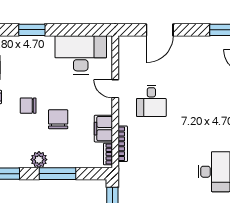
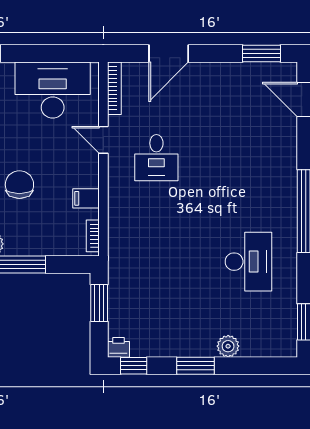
filing cabinet: (103, 129) -> (86, 198), width x0.50
bookcase: (123, 144) -> (114, 88), moved

